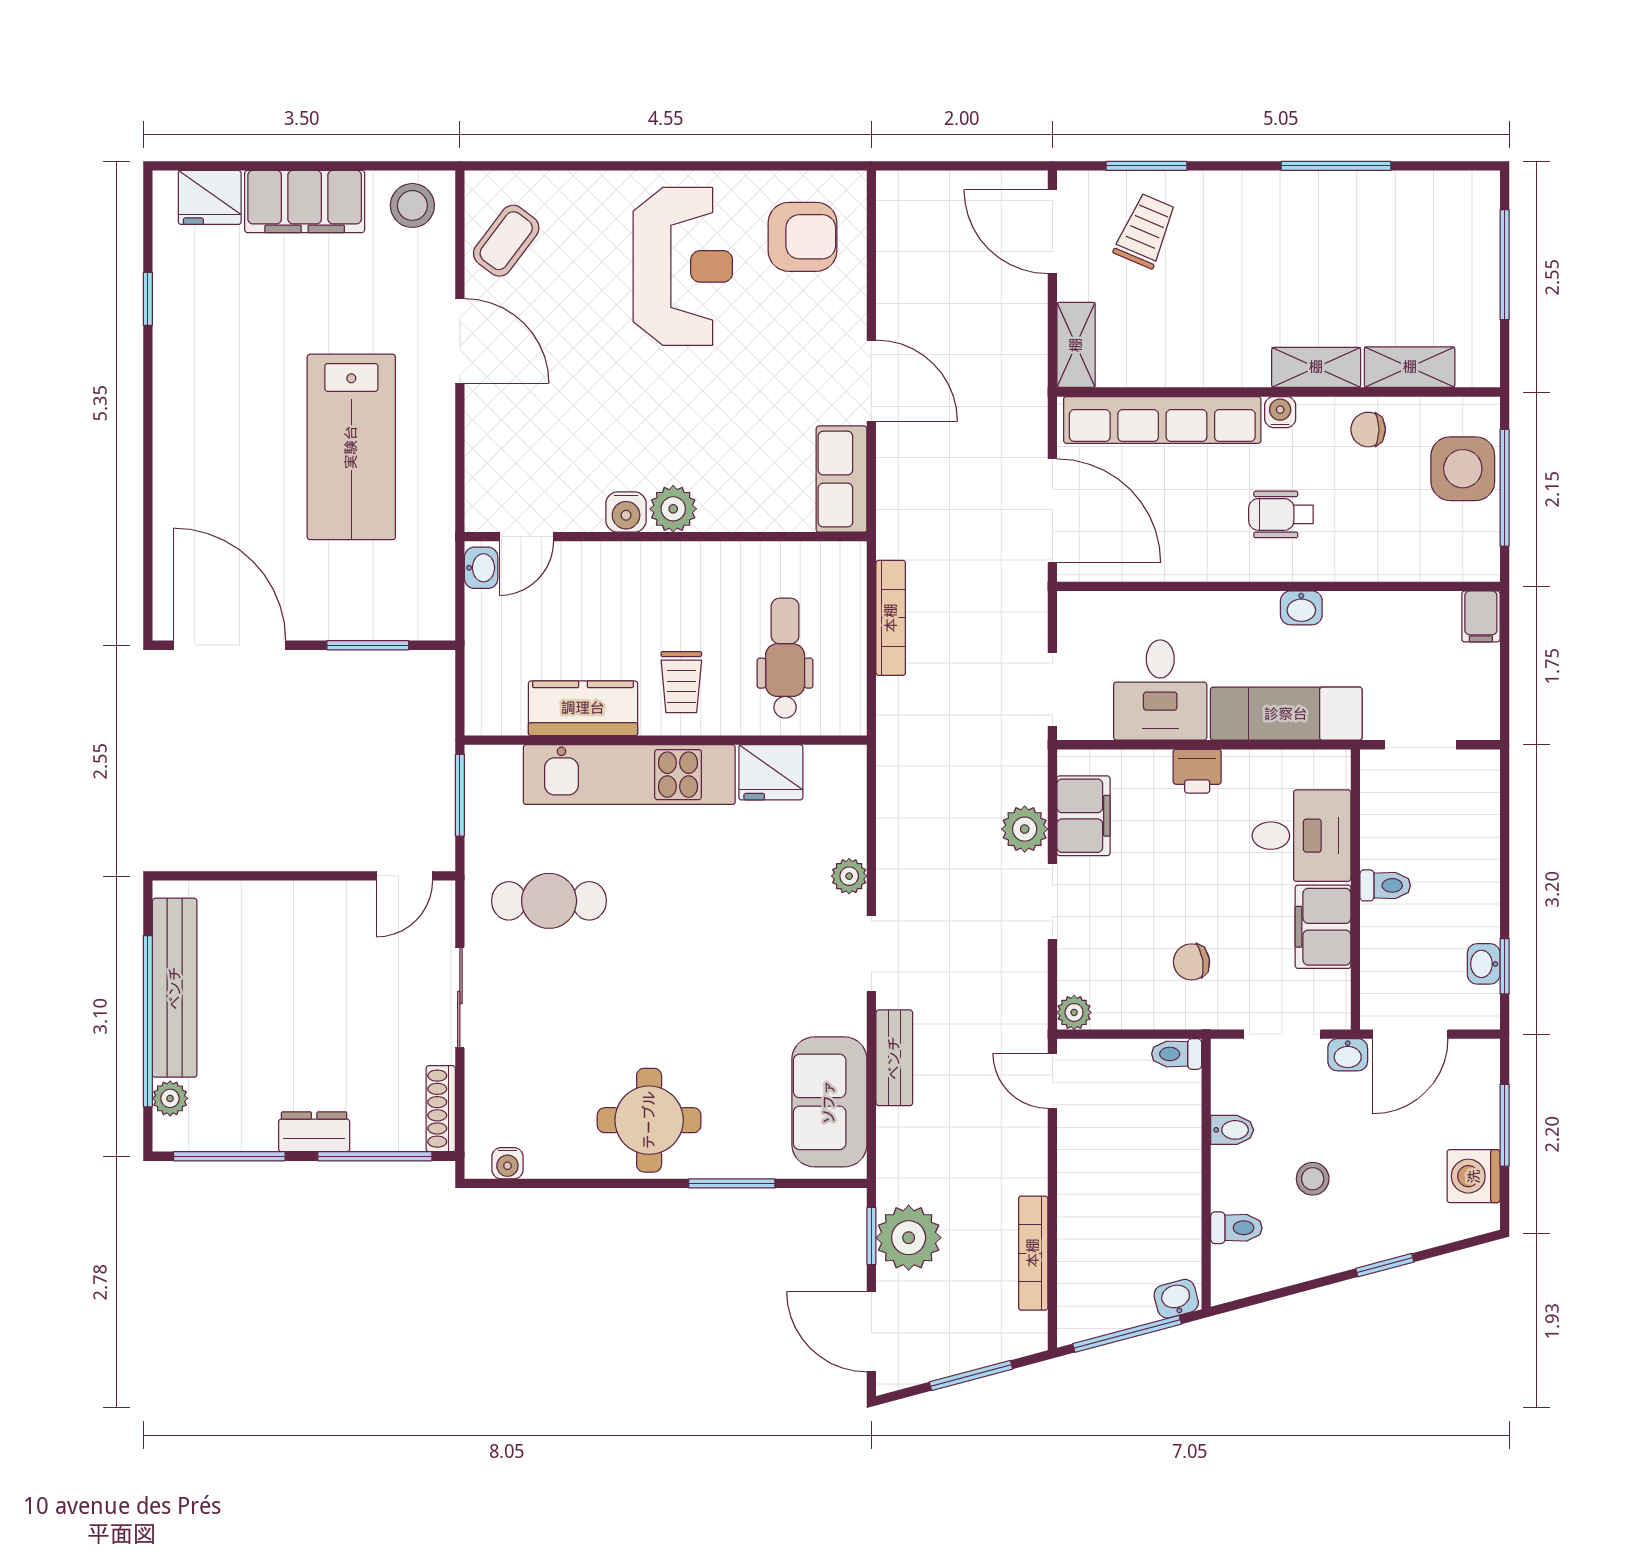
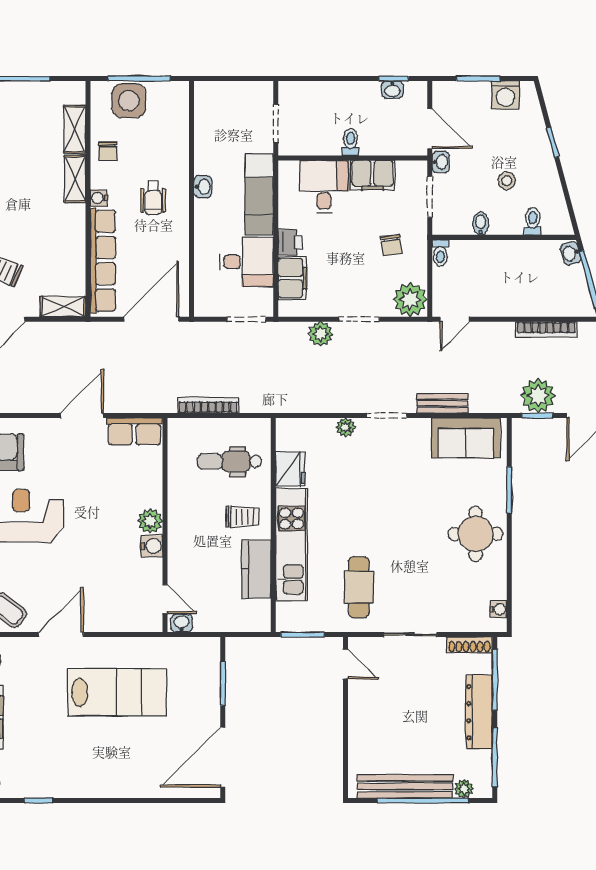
filing cabinet: (1481, 616) -> (207, 91), removed
filing cabinet: (1083, 816) -> (292, 278), moved, turned 90
plant: (1074, 1012) -> (410, 300), width x1.87, depth x1.87
dresser: (314, 1132) -> (479, 712), width x1.96, depth x1.24

